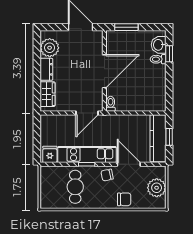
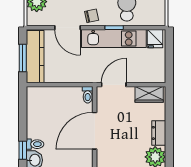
wardrobe: (47, 94) -> (149, 94), moved, turned -90
window: (169, 137) -> (23, 58), width x1.50

